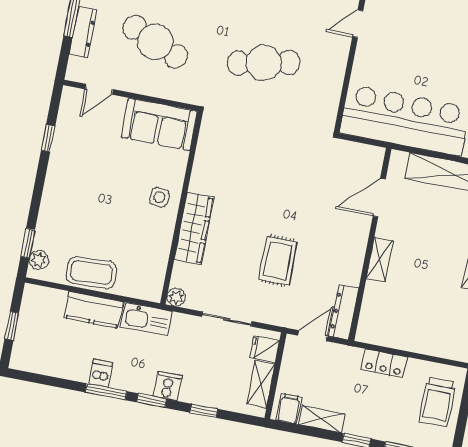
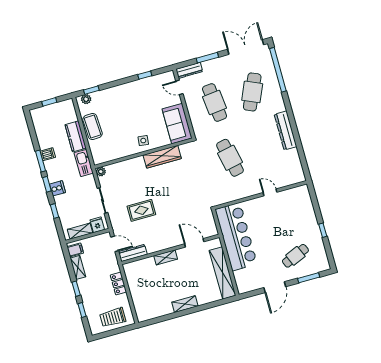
dresser: (83, 32) -> (189, 70), moved
cafe table: (155, 42) -> (215, 102), turned -30
wardrobe: (194, 228) -> (162, 157), moved

